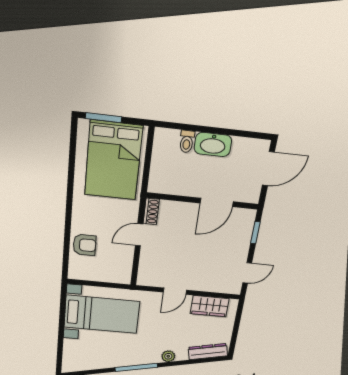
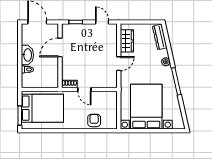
door: (217, 202) -> (60, 48), swing flipped
door: (175, 291) -> (119, 64), hinge flipped
bed with nightstands: (102, 314) -> (146, 107), width x1.36

